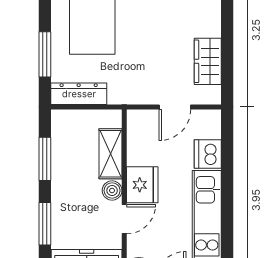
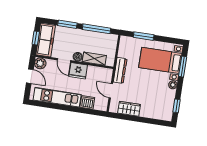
dresser: (79, 94) -> (120, 70), moved
window: (45, 159) -> (97, 29), width x1.44

